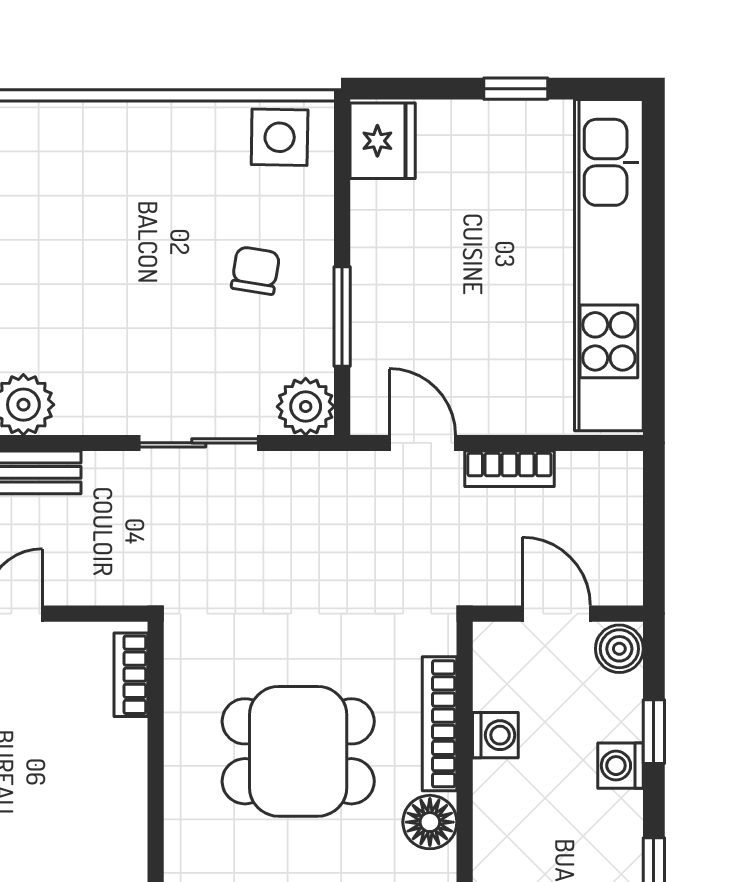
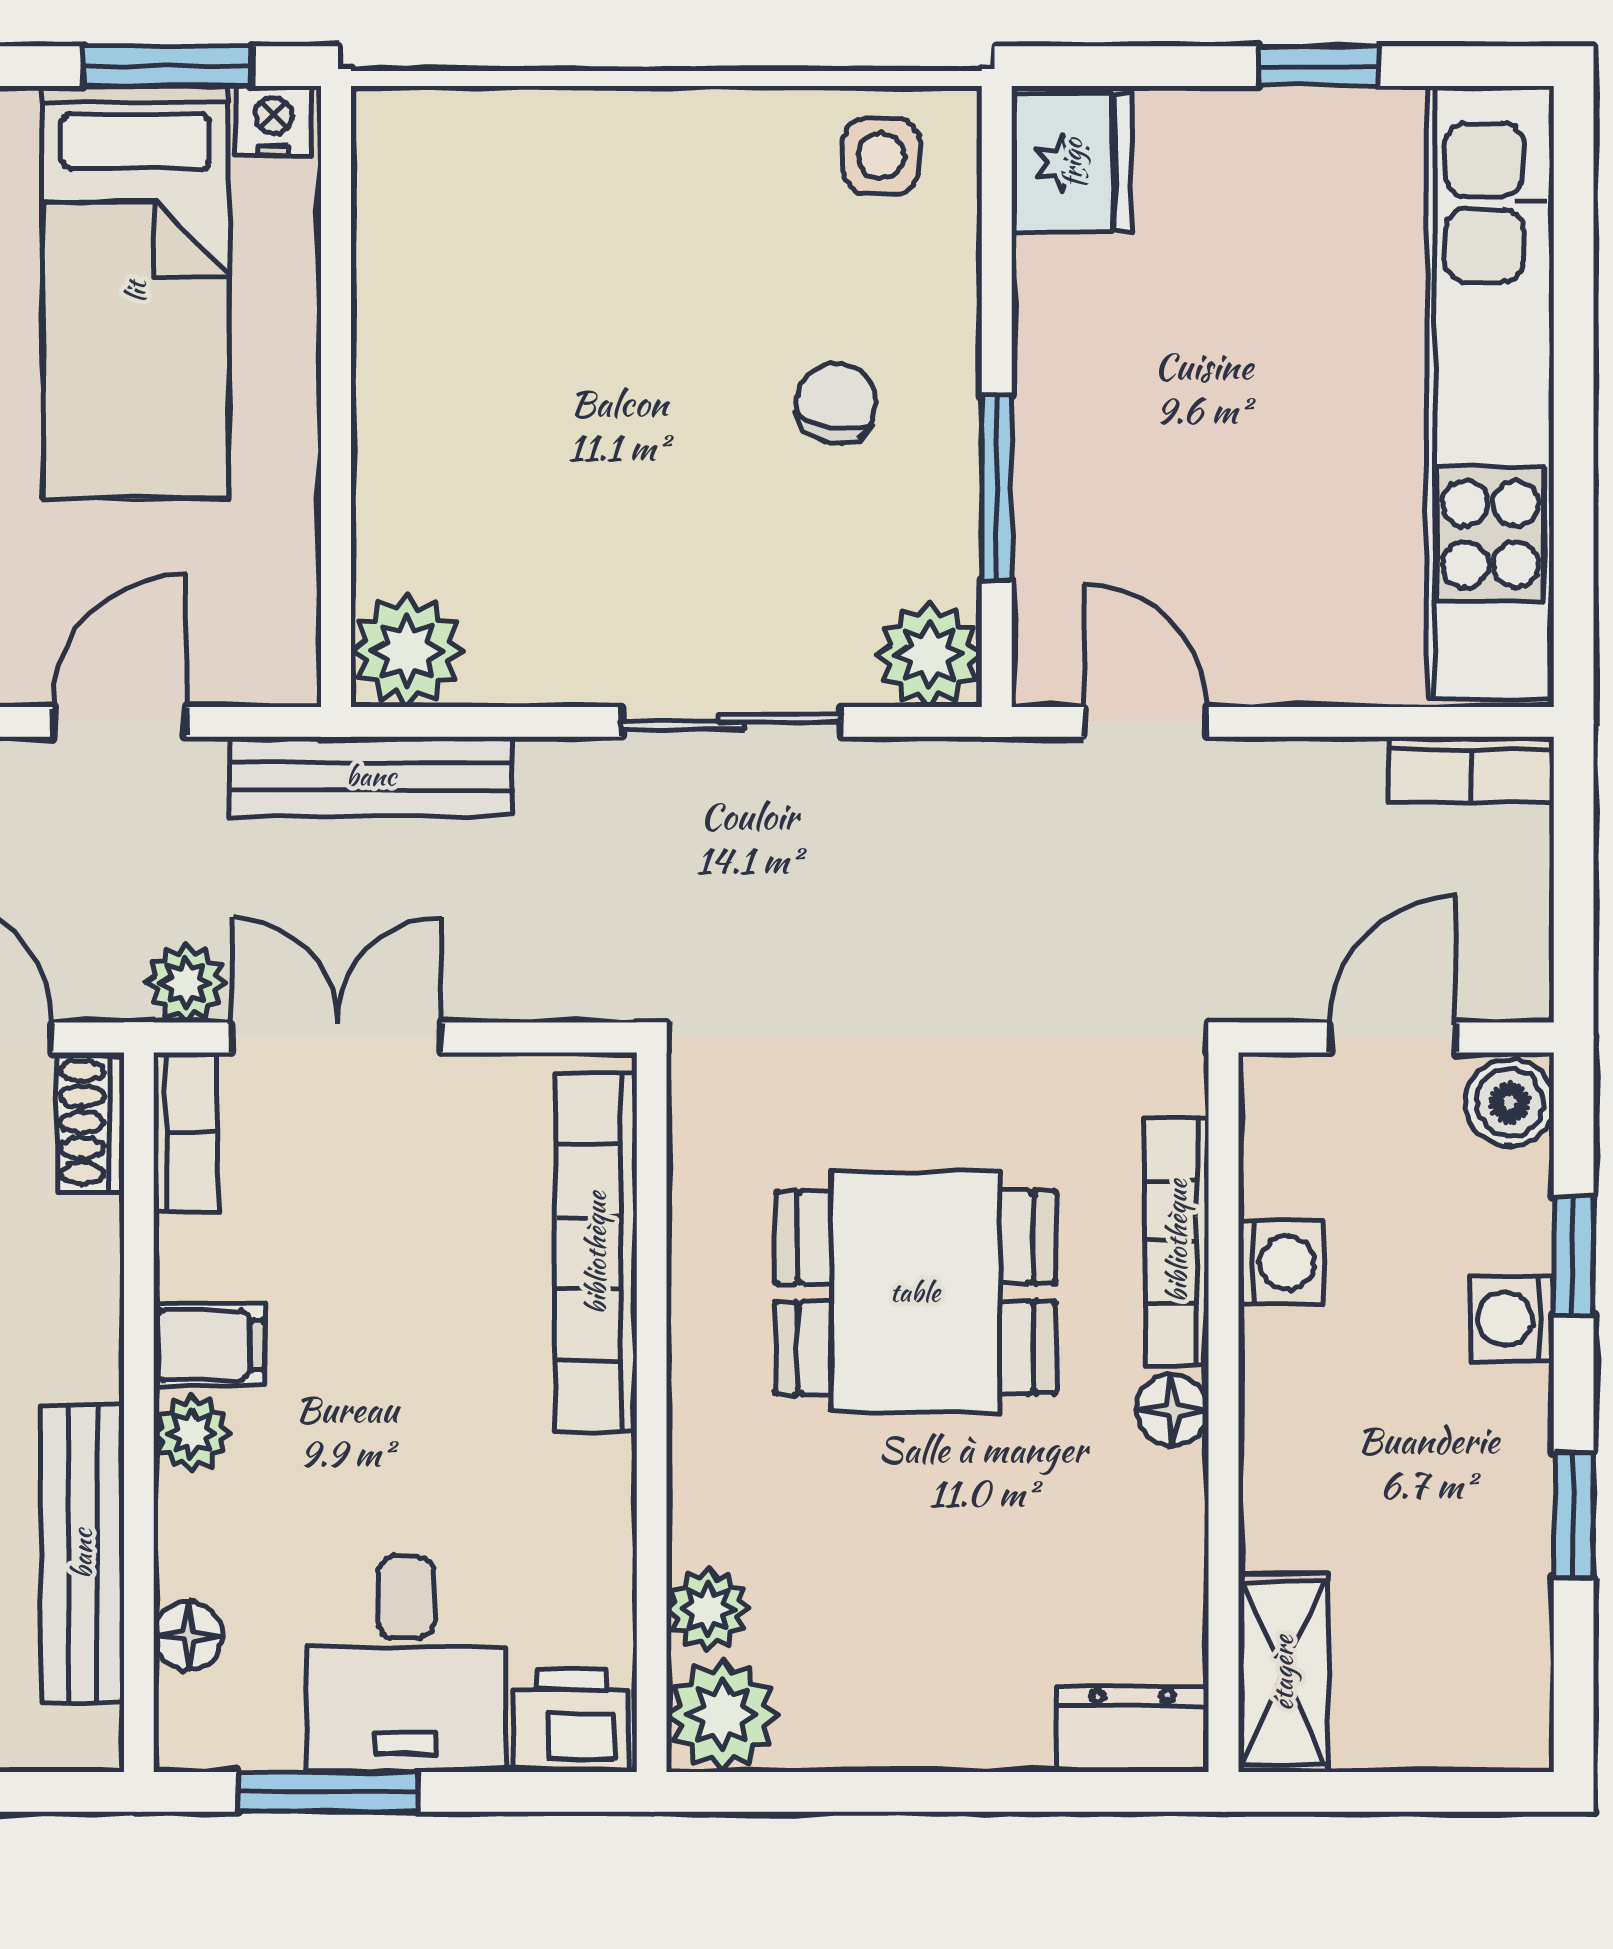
side table: (280, 137) -> (881, 156), width x0.73, depth x0.73
bookcase: (509, 469) -> (1471, 770), moved
door: (556, 614) -> (1393, 1037), hinge flipped
bookcase: (131, 675) -> (596, 1253), width x2.31, depth x1.31
floor lamp: (430, 822) -> (1172, 1410), width x0.73, depth x0.73

